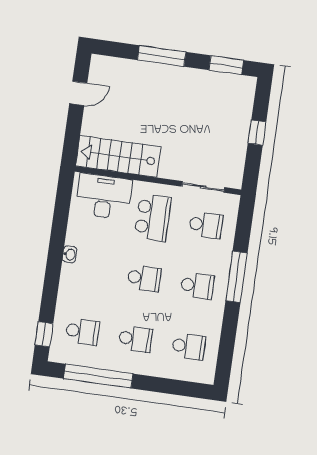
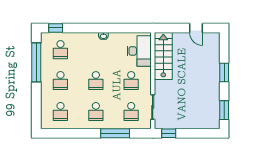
window: (162, 56) -> (224, 73), width x0.69
window: (257, 133) -> (169, 133), moved
school desk: (153, 218) -> (131, 81), width x0.54
window: (236, 277) -> (115, 133), moved

